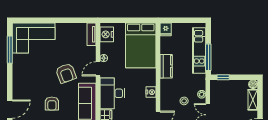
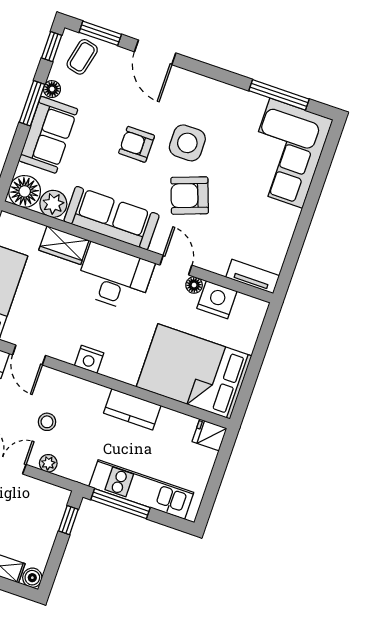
nightstand: (107, 34) -> (217, 300), moved
side table: (44, 82) -> (187, 143), added

